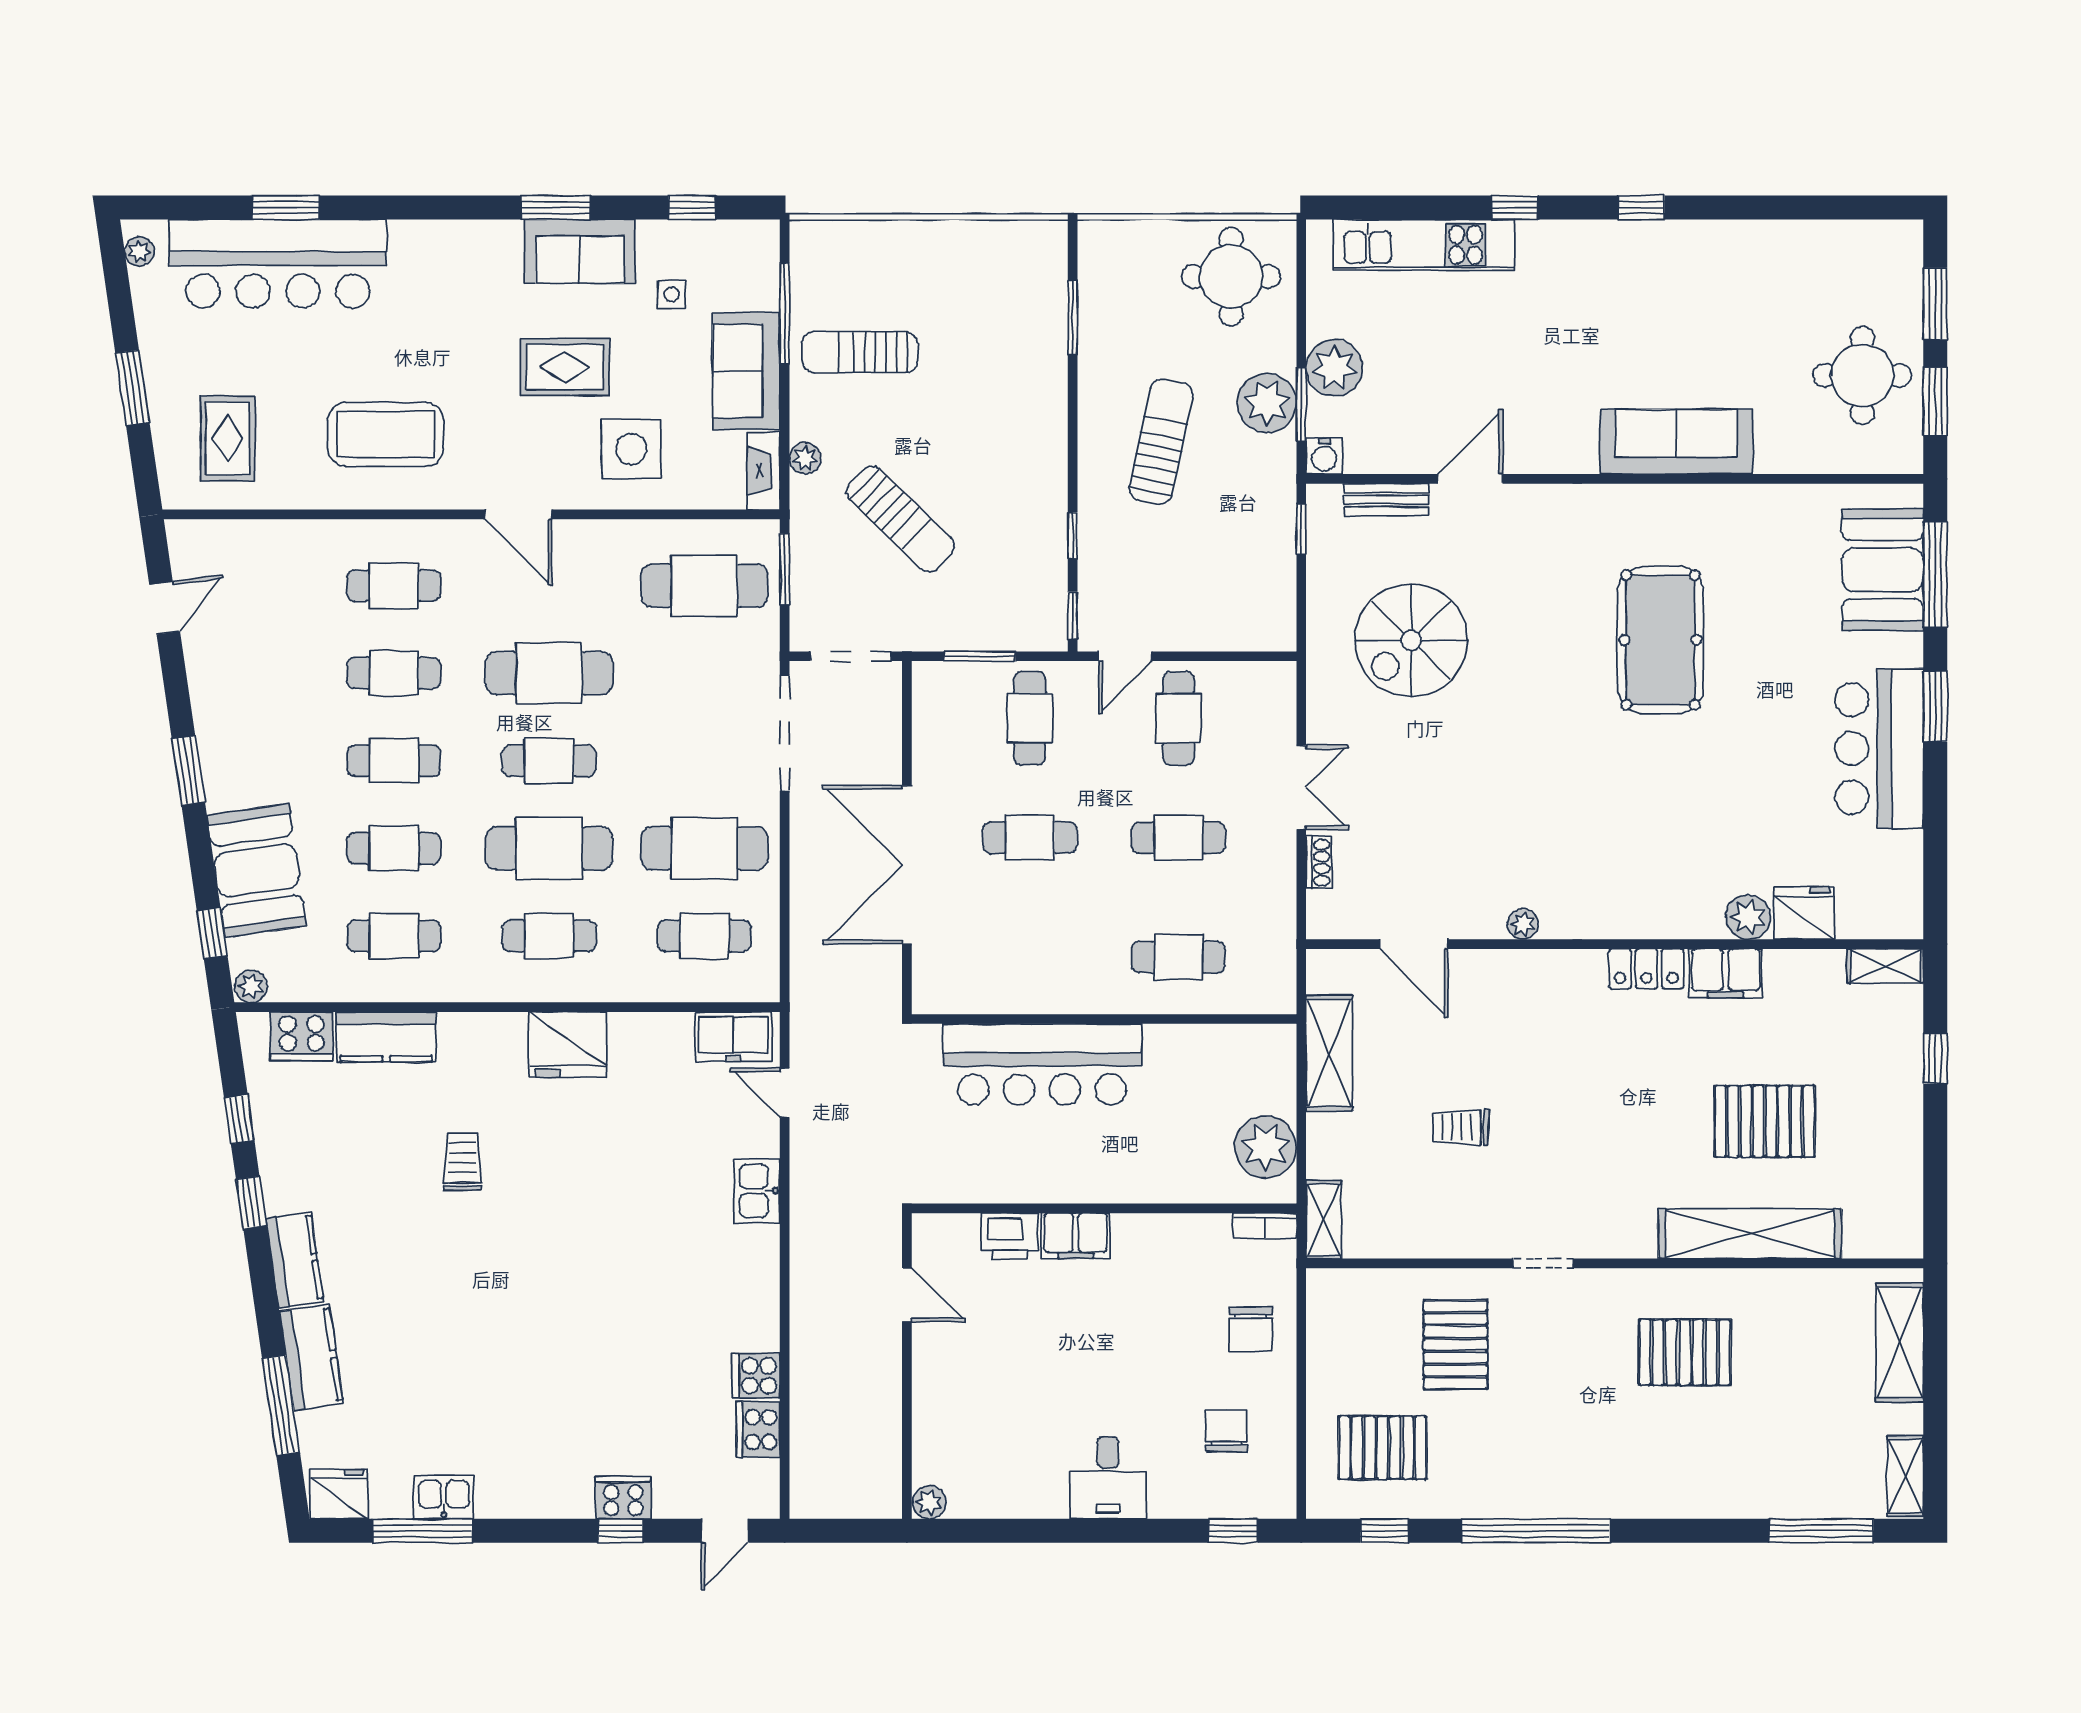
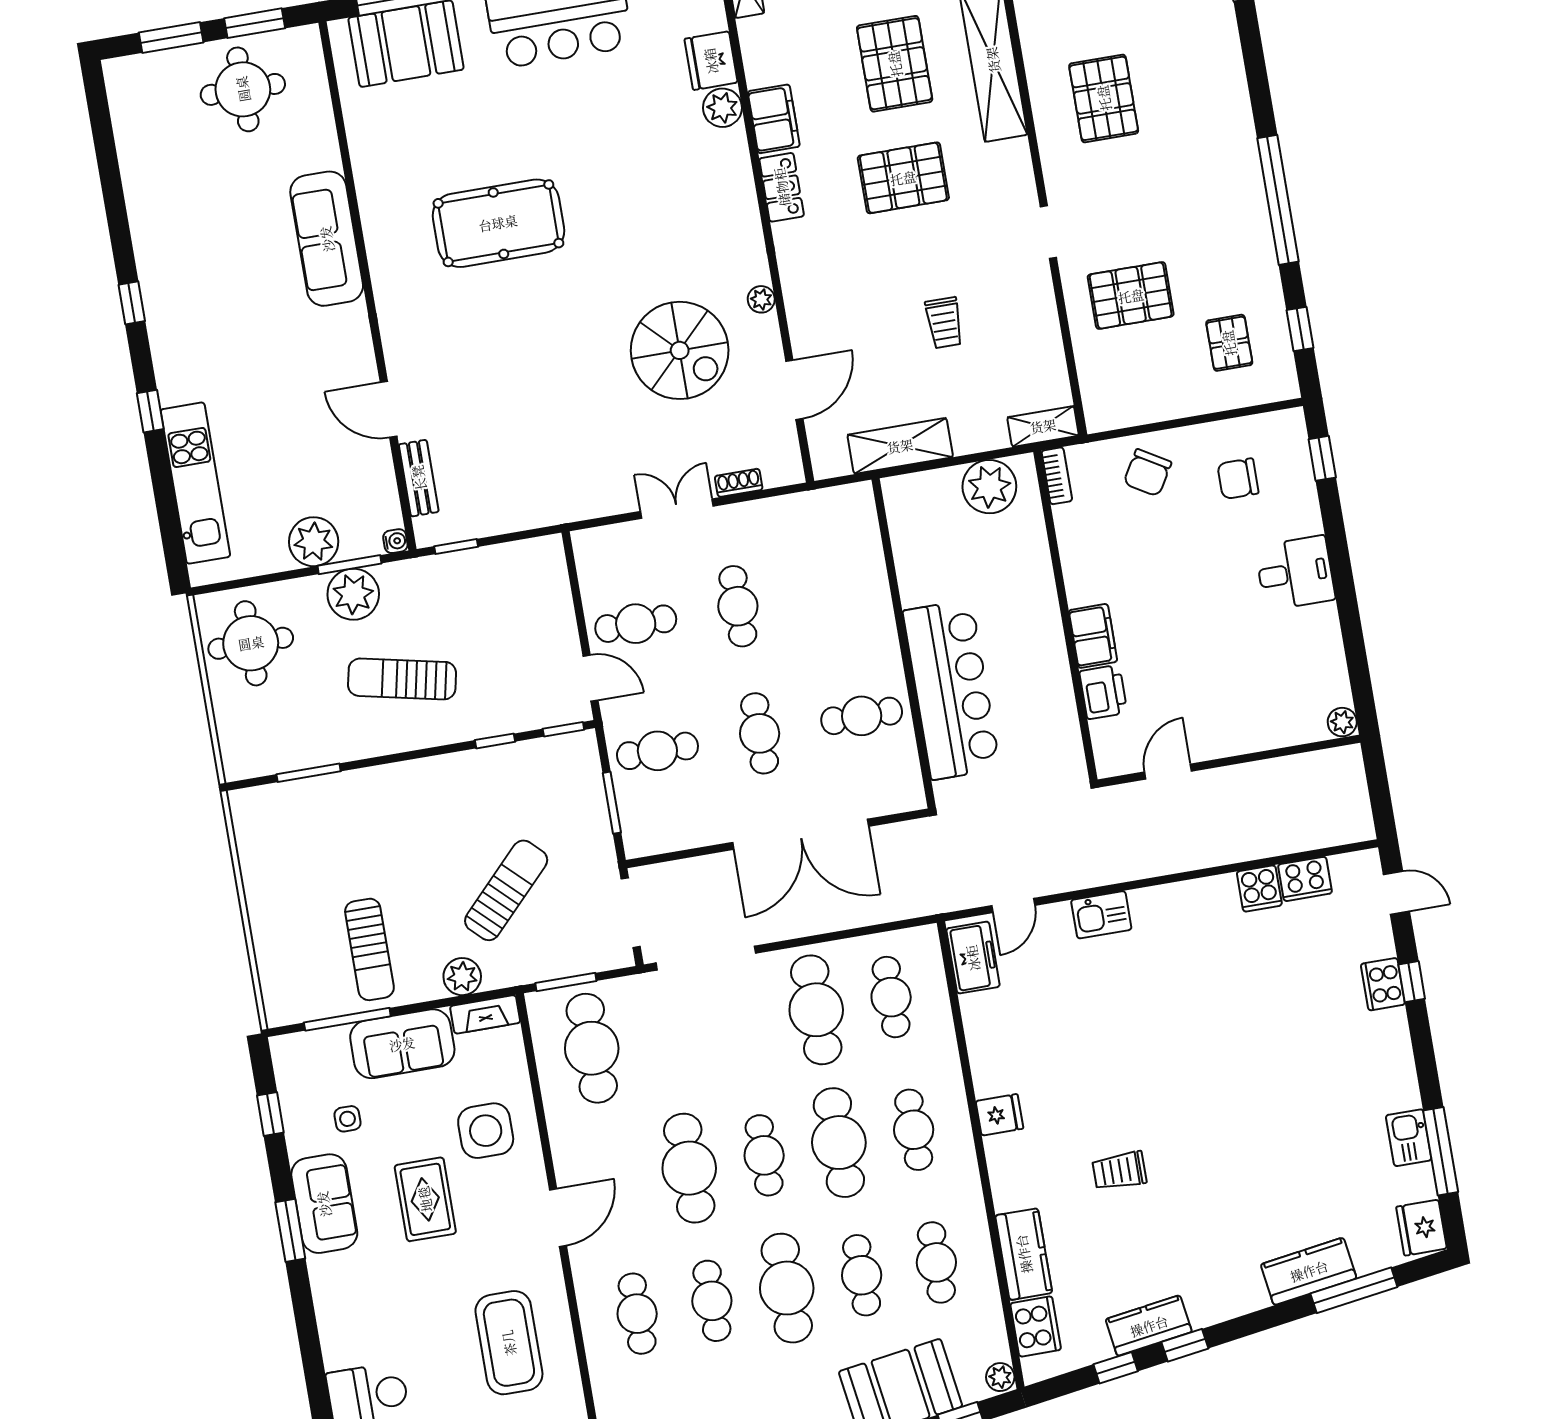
water cooler: (1324, 456) -> (395, 541), width x0.72, depth x0.72
plant: (805, 458) -> (462, 977), width x1.38, depth x1.38
spiral stairs: (1411, 640) -> (680, 350), moved
cafe table: (394, 761) -> (787, 1288), width x1.37, depth x1.35
cafe table: (1179, 957) -> (862, 716), moved, turned 90
fridge: (568, 1045) -> (1000, 1115), width x0.53, depth x0.75
pallet: (1633, 1109) -> (903, 178), added
kitchen counter: (295, 1260) -> (1149, 1326), moved
chair: (1251, 1329) -> (1147, 473), turned 121
pallet: (1383, 1448) -> (1229, 343), width x0.67, depth x0.71

